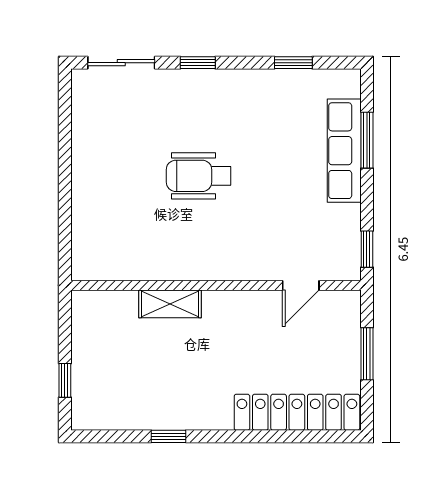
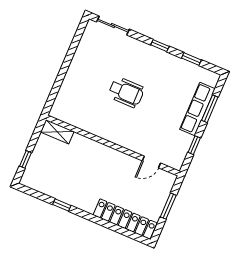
window: (198, 63) -> (160, 46), moved
wheelchair: (199, 176) -> (126, 92), turned 180
window: (367, 249) -> (194, 145), moved
shelving: (170, 304) -> (57, 132), moved

